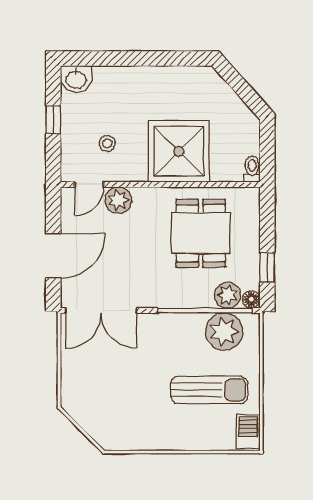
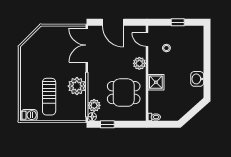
washbasin: (76, 79) -> (197, 79), moved
shower: (179, 151) -> (156, 82), width x0.54, depth x0.54
plant: (118, 200) -> (139, 63), moved
plant: (224, 332) -> (77, 86), moved

